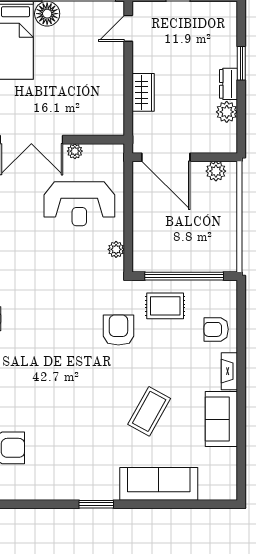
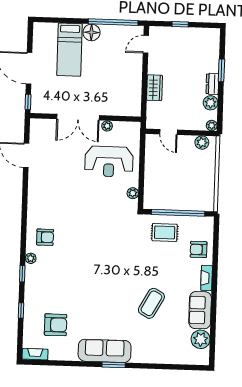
plant: (230, 145) -> (212, 126), added
door: (166, 157) -> (168, 132), width x0.53
armchair: (118, 330) -> (133, 248), removed
plant: (224, 462) -> (201, 339), added
sofa: (159, 484) -> (105, 351), moved

